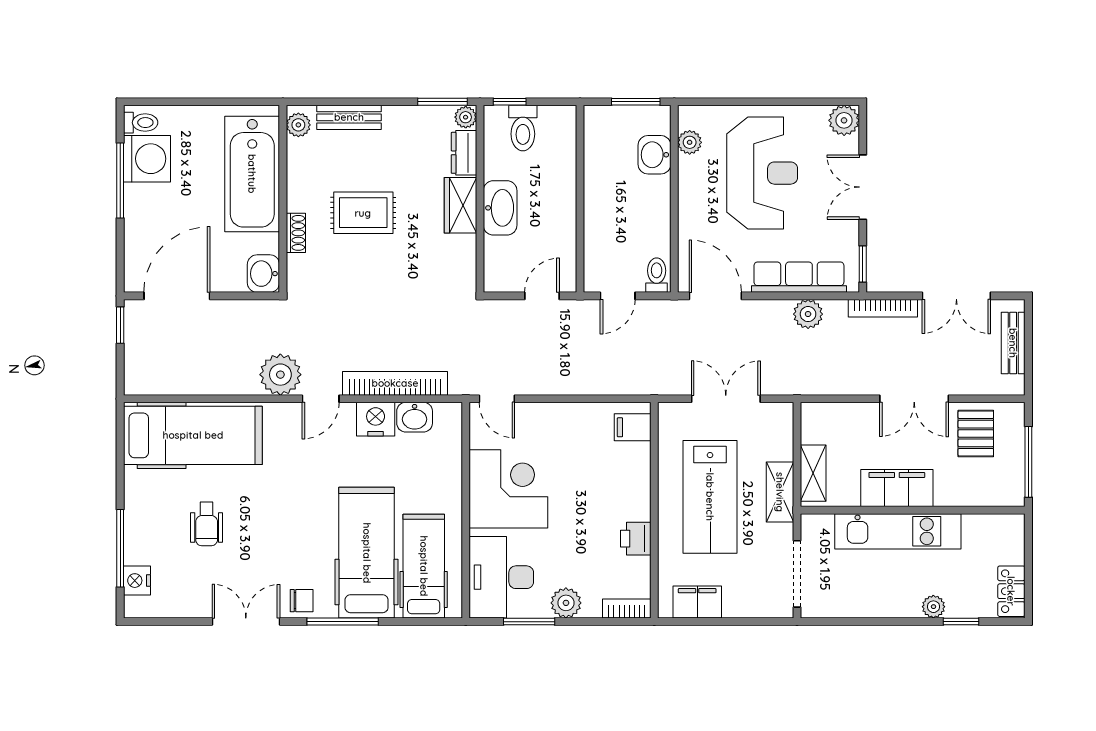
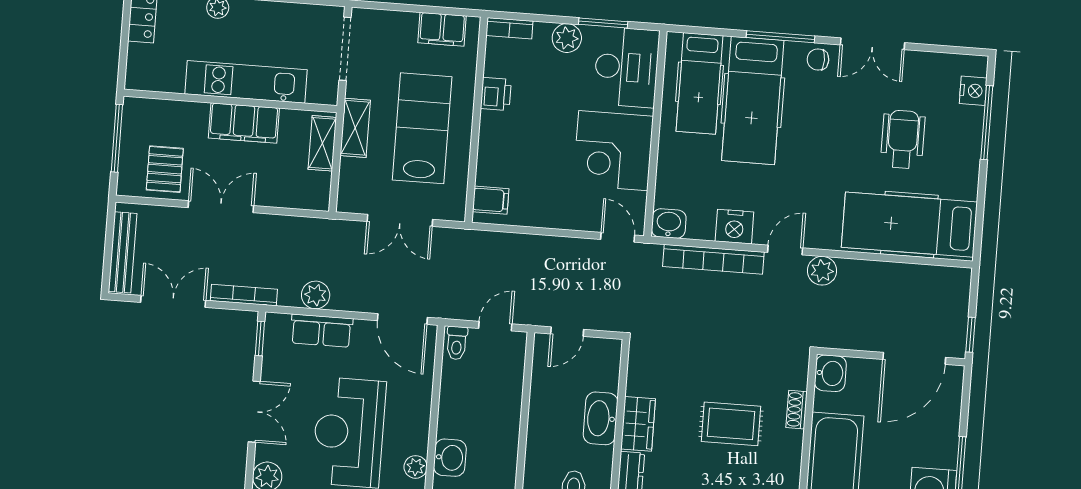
row of seats: (799, 277) -> (321, 331), width x0.68
bench: (1013, 343) -> (123, 252), width x1.36
plant: (280, 375) -> (822, 271), width x0.73, depth x0.73
washbasin: (415, 417) -> (669, 224), moved
wheelchair: (207, 524) -> (903, 139), width x1.36, depth x1.37

